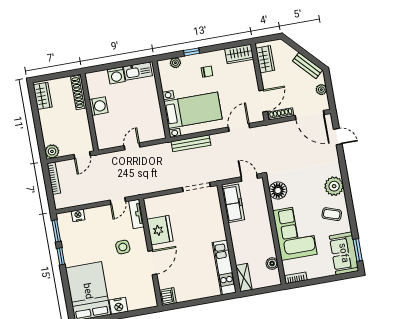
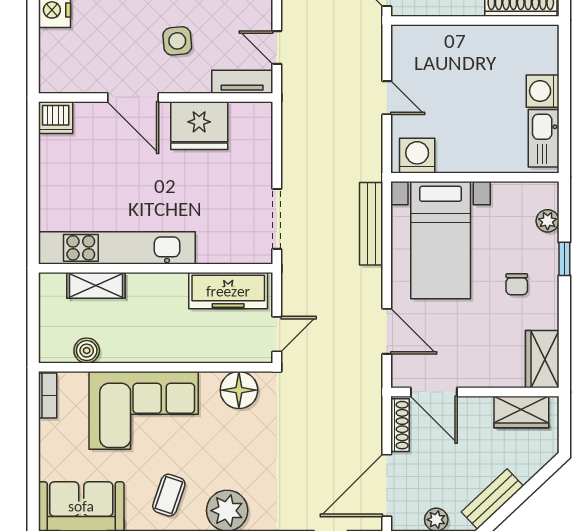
washing machine: (99, 106) -> (417, 156), moved, turned 180
kitchen unit: (224, 268) -> (117, 248), width x1.36
shelving: (244, 278) -> (96, 285), moved

